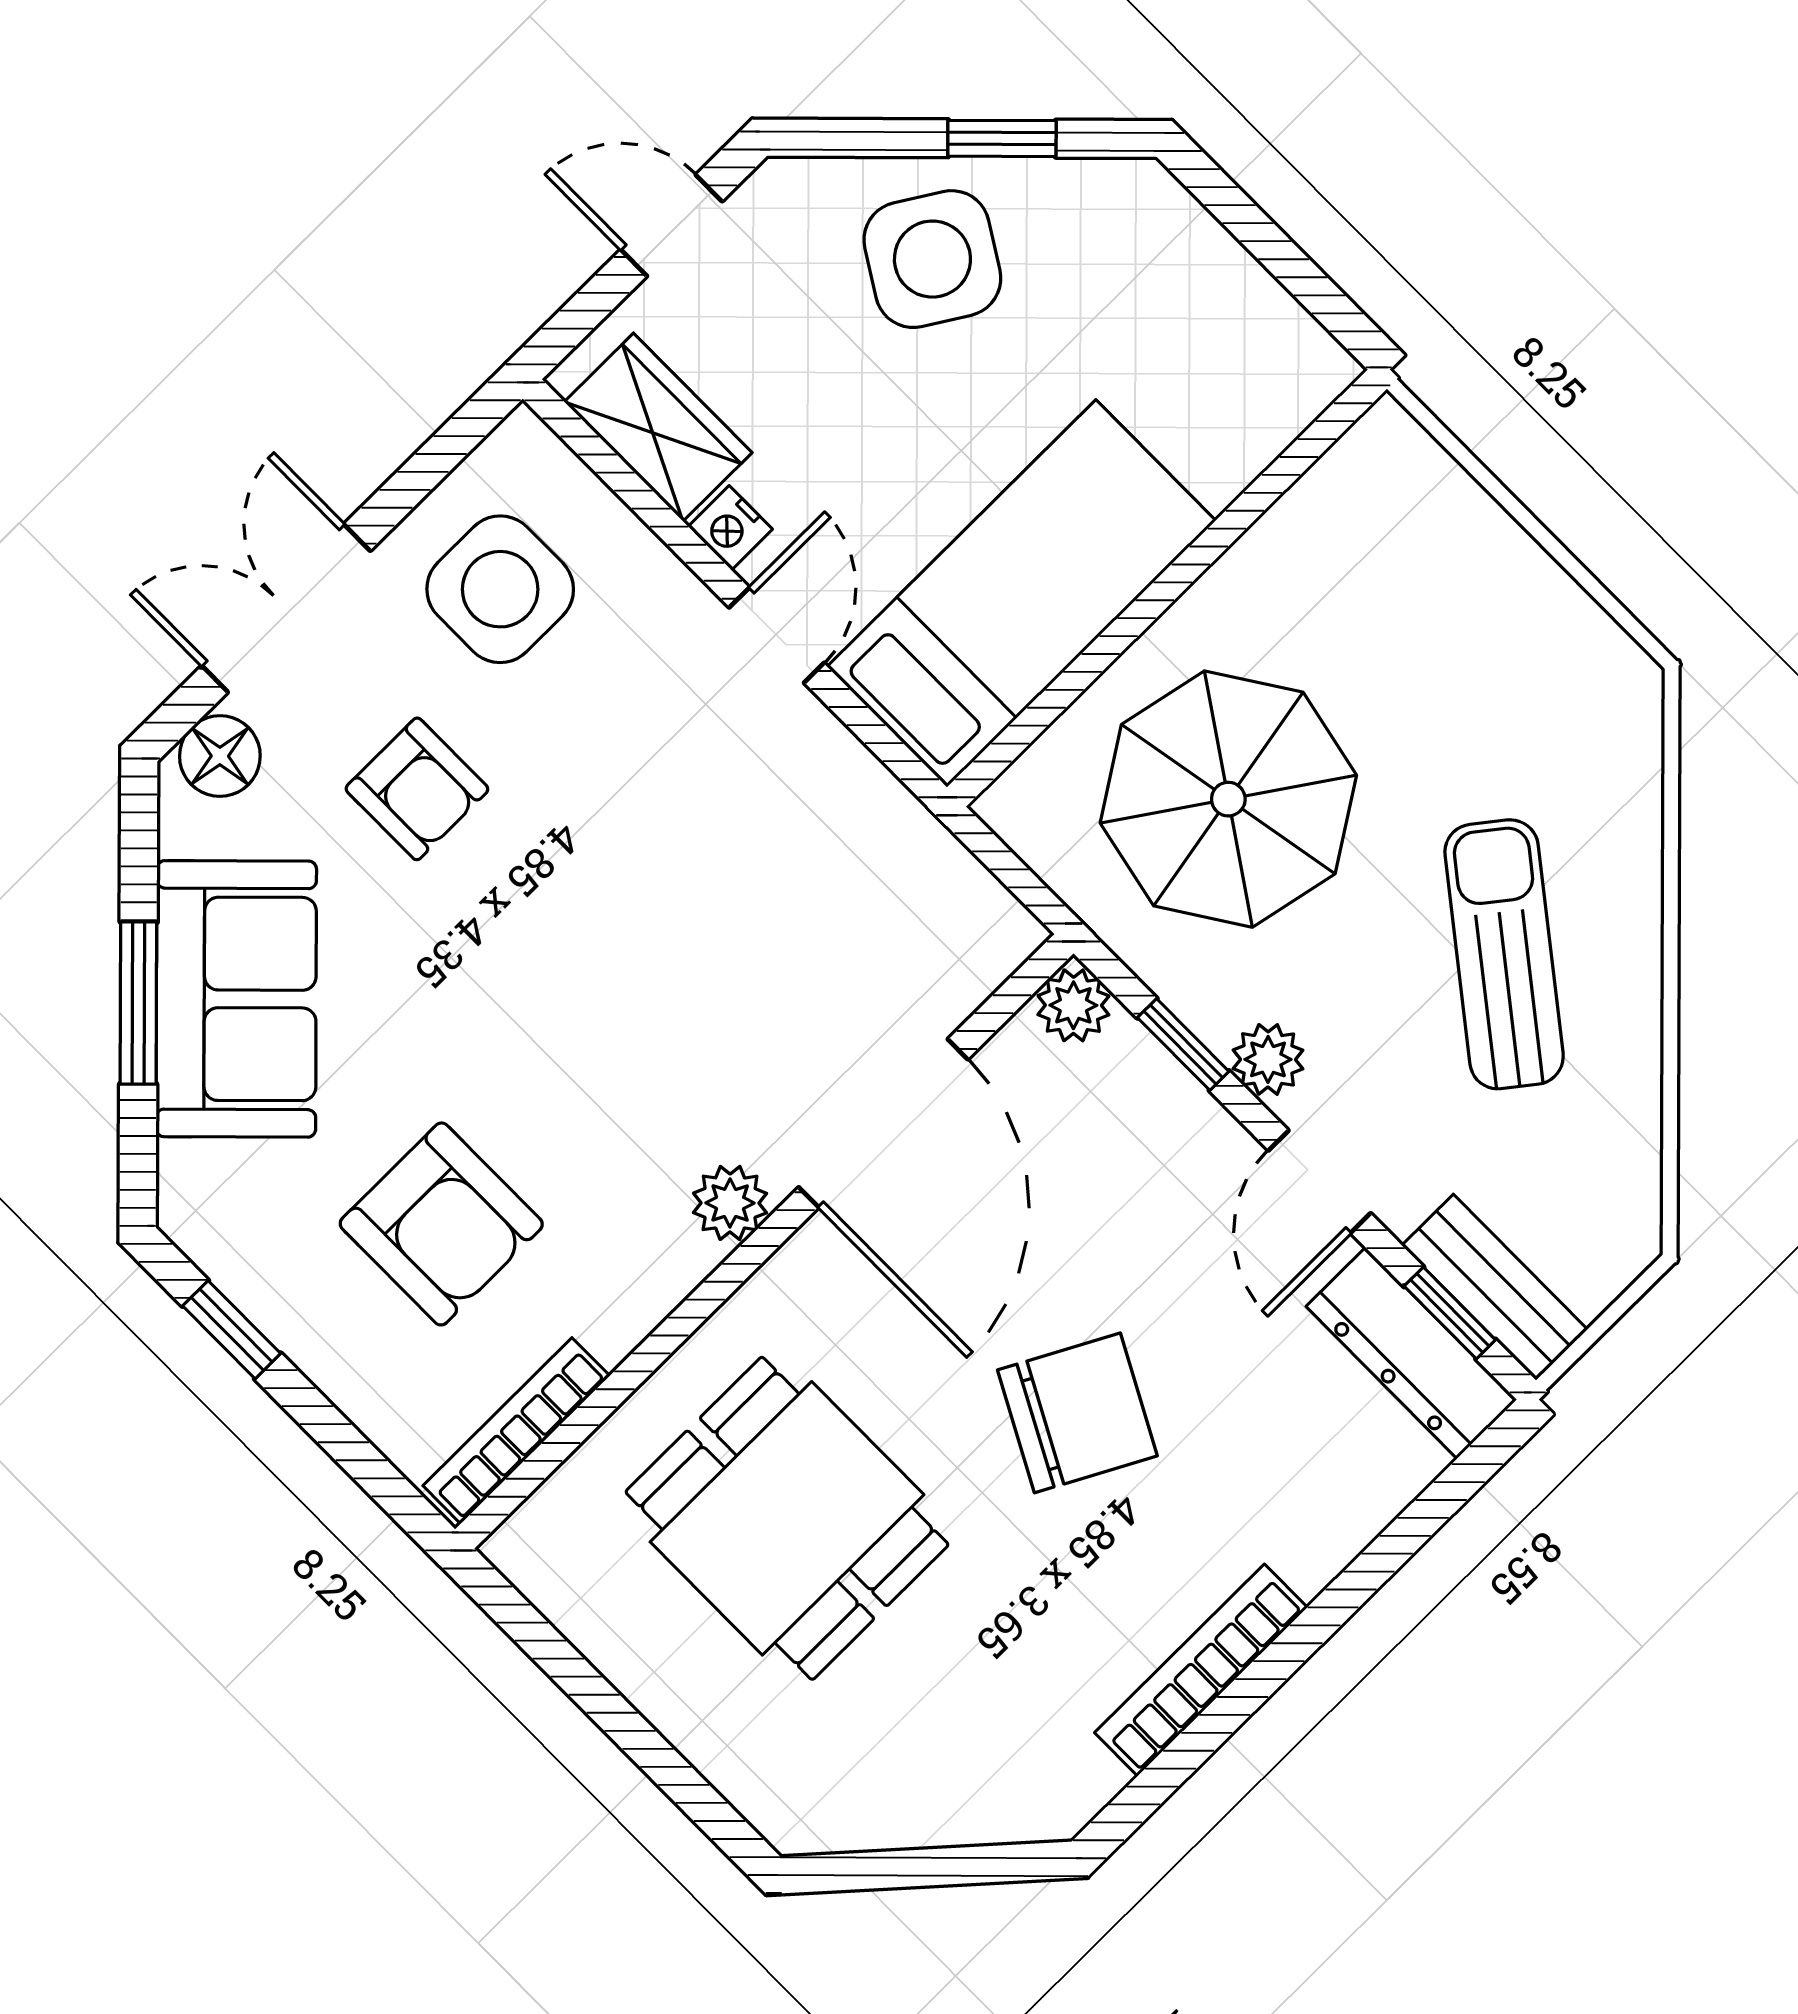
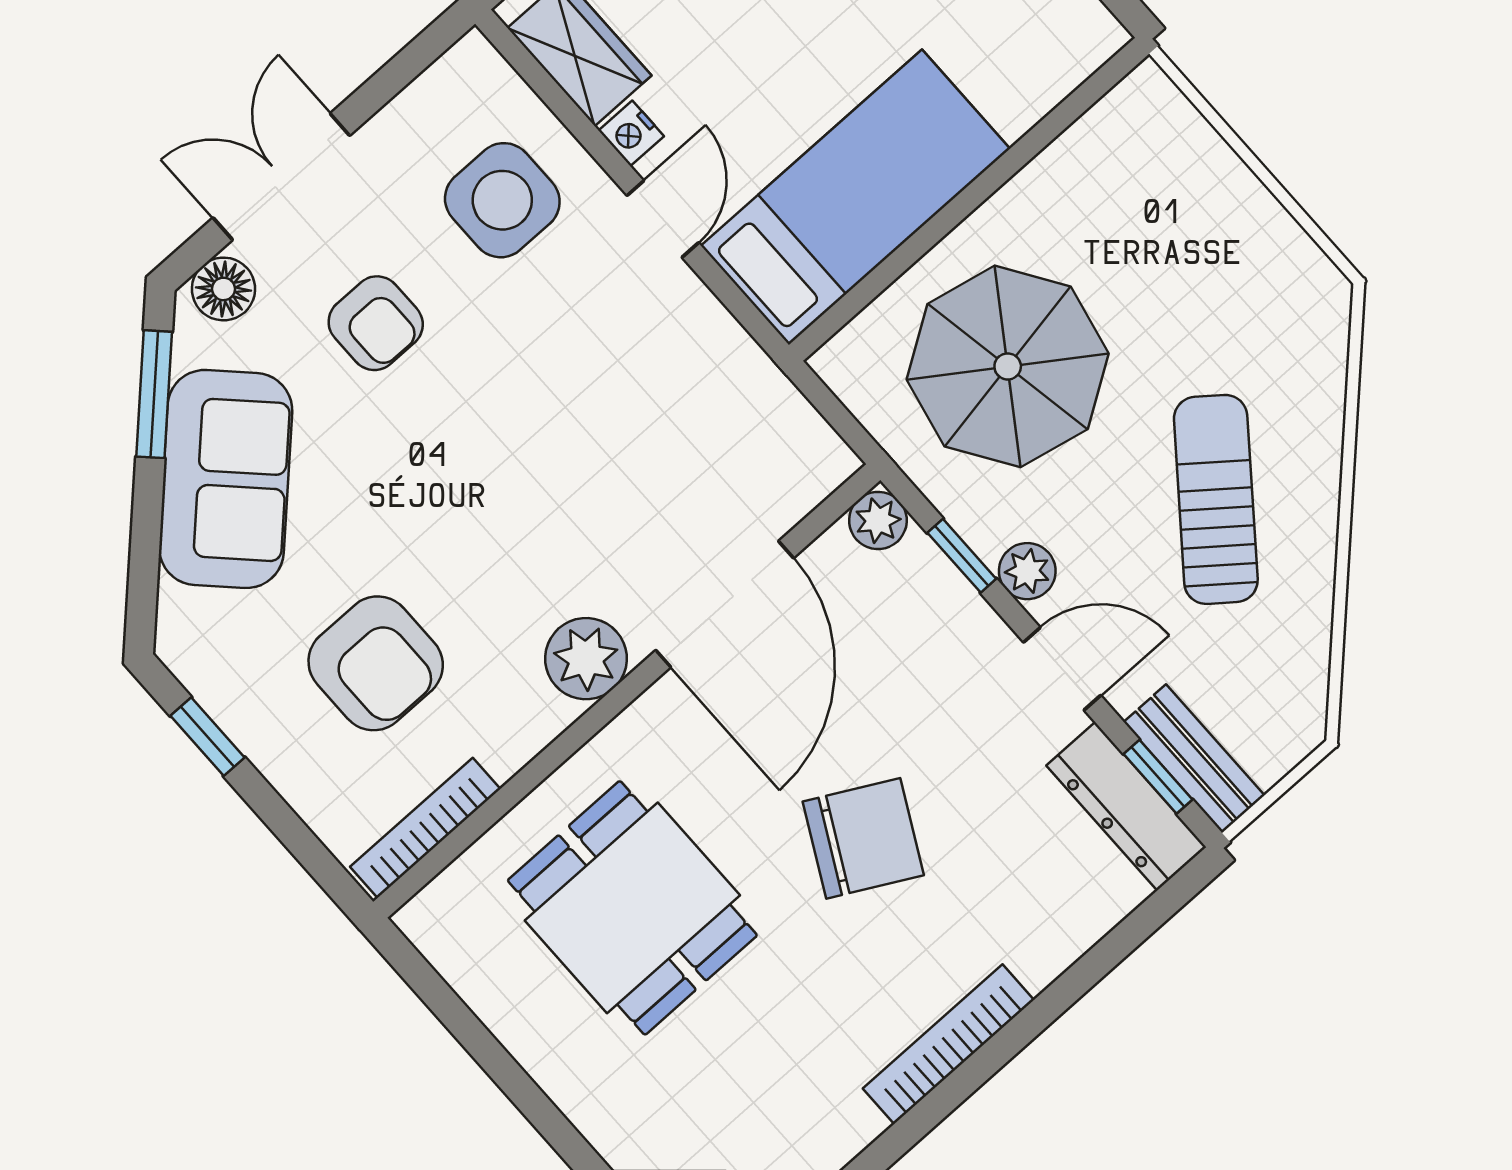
side table: (500, 589) -> (502, 200), moved
window: (138, 1003) -> (154, 394), moved
door: (1320, 1182) -> (1062, 669), swing flipped
plant: (730, 1203) -> (586, 659), width x1.38, depth x1.38

